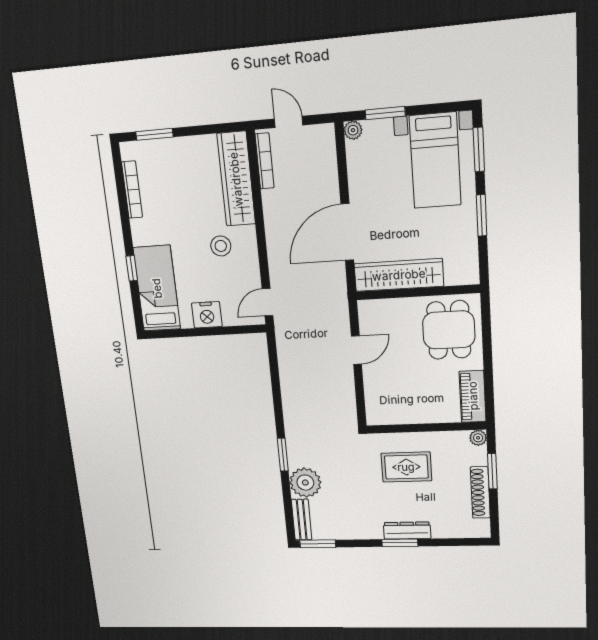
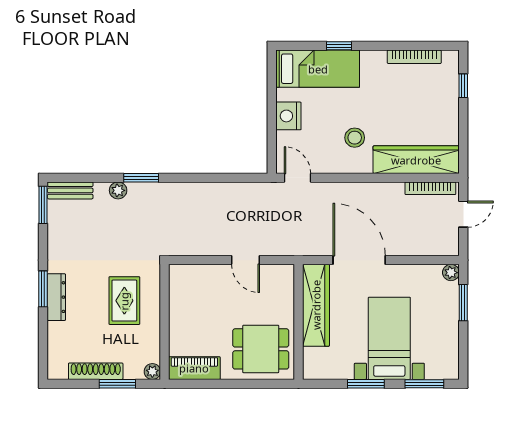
window: (154, 134) -> (463, 86), width x0.67
bed with nightstands: (435, 161) -> (389, 338), moved, turned 90
plant: (305, 483) -> (118, 190), width x0.53, depth x0.53

